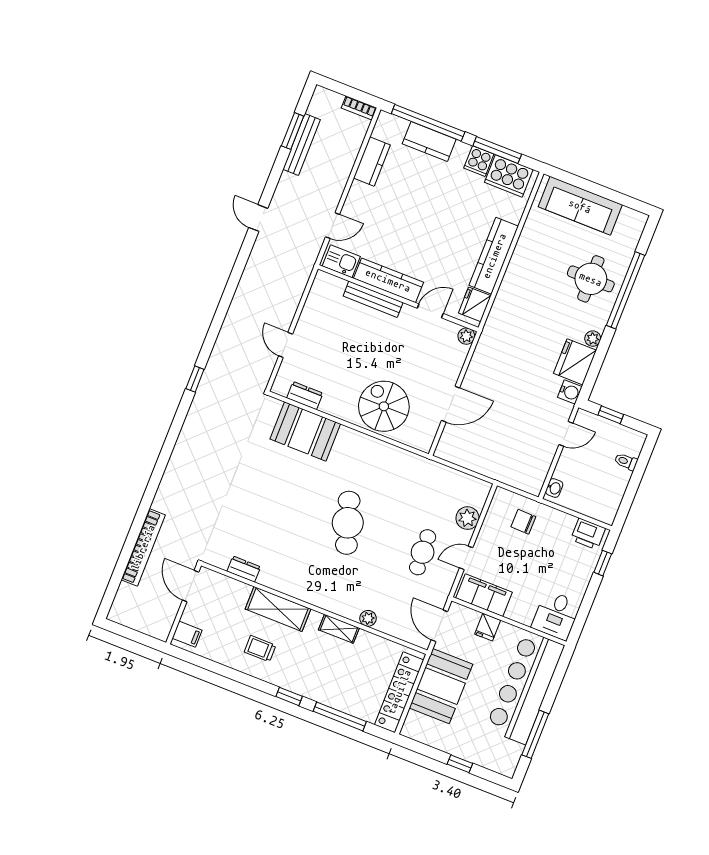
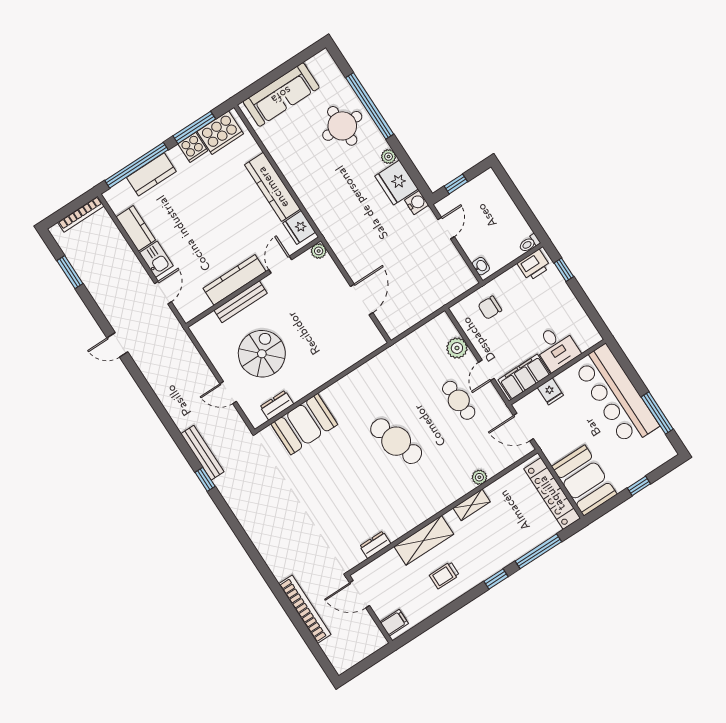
bookcase: (359, 108) -> (81, 214), width x1.56
bench: (302, 144) -> (202, 453), moved
kitchen sink: (341, 261) -> (156, 259), moved, turned 90
spiral stairs: (384, 406) -> (262, 354), moved, turned 90
toilet: (626, 462) -> (529, 243), moved
desk: (556, 615) -> (556, 347), moved
booth: (441, 686) -> (584, 480), moved

